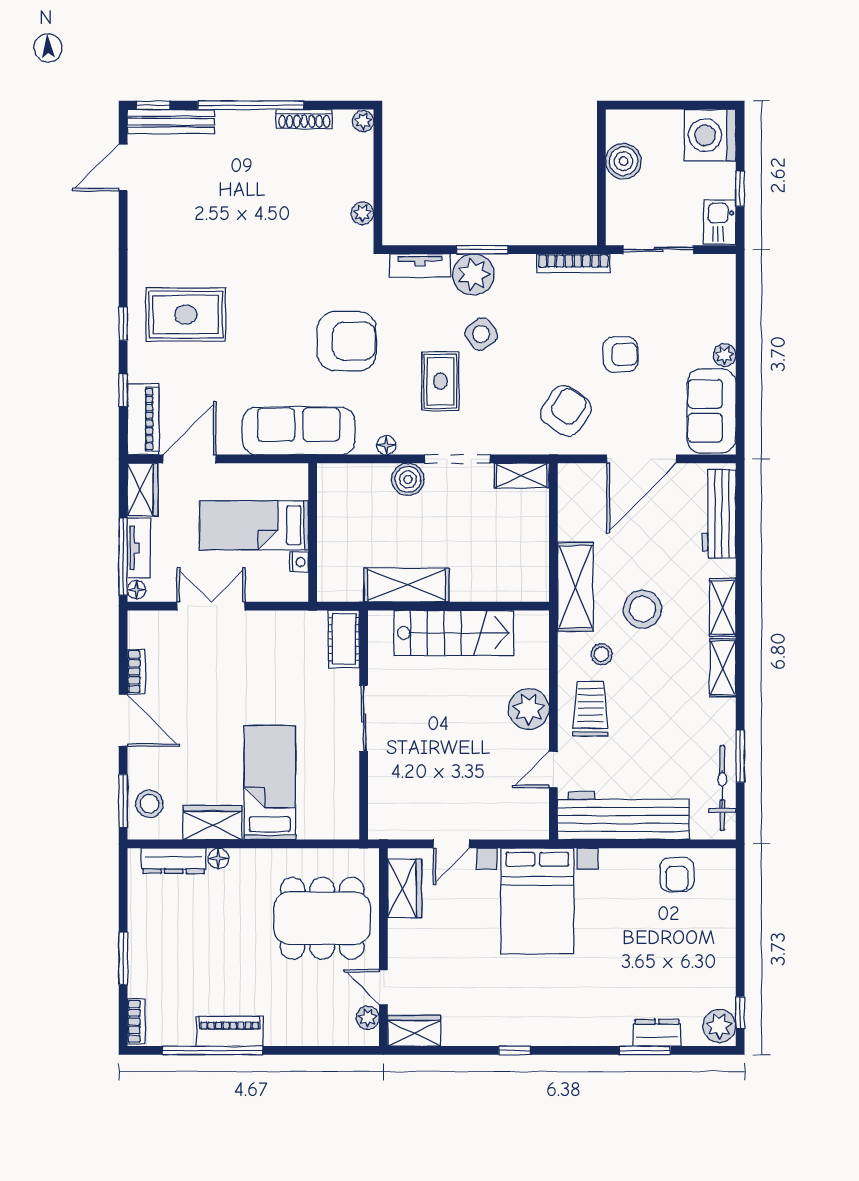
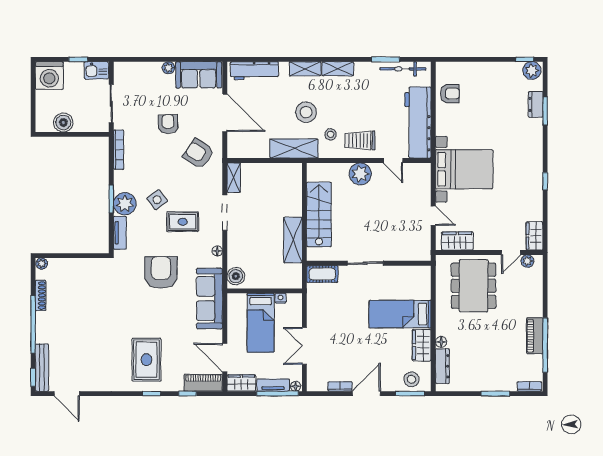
plant: (362, 213) -> (92, 264), removed
boiler: (408, 479) -> (236, 276), moved

